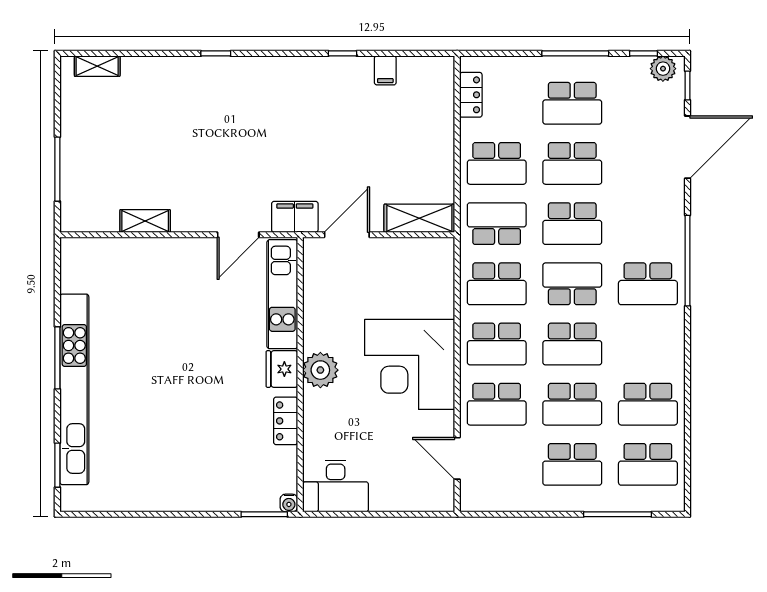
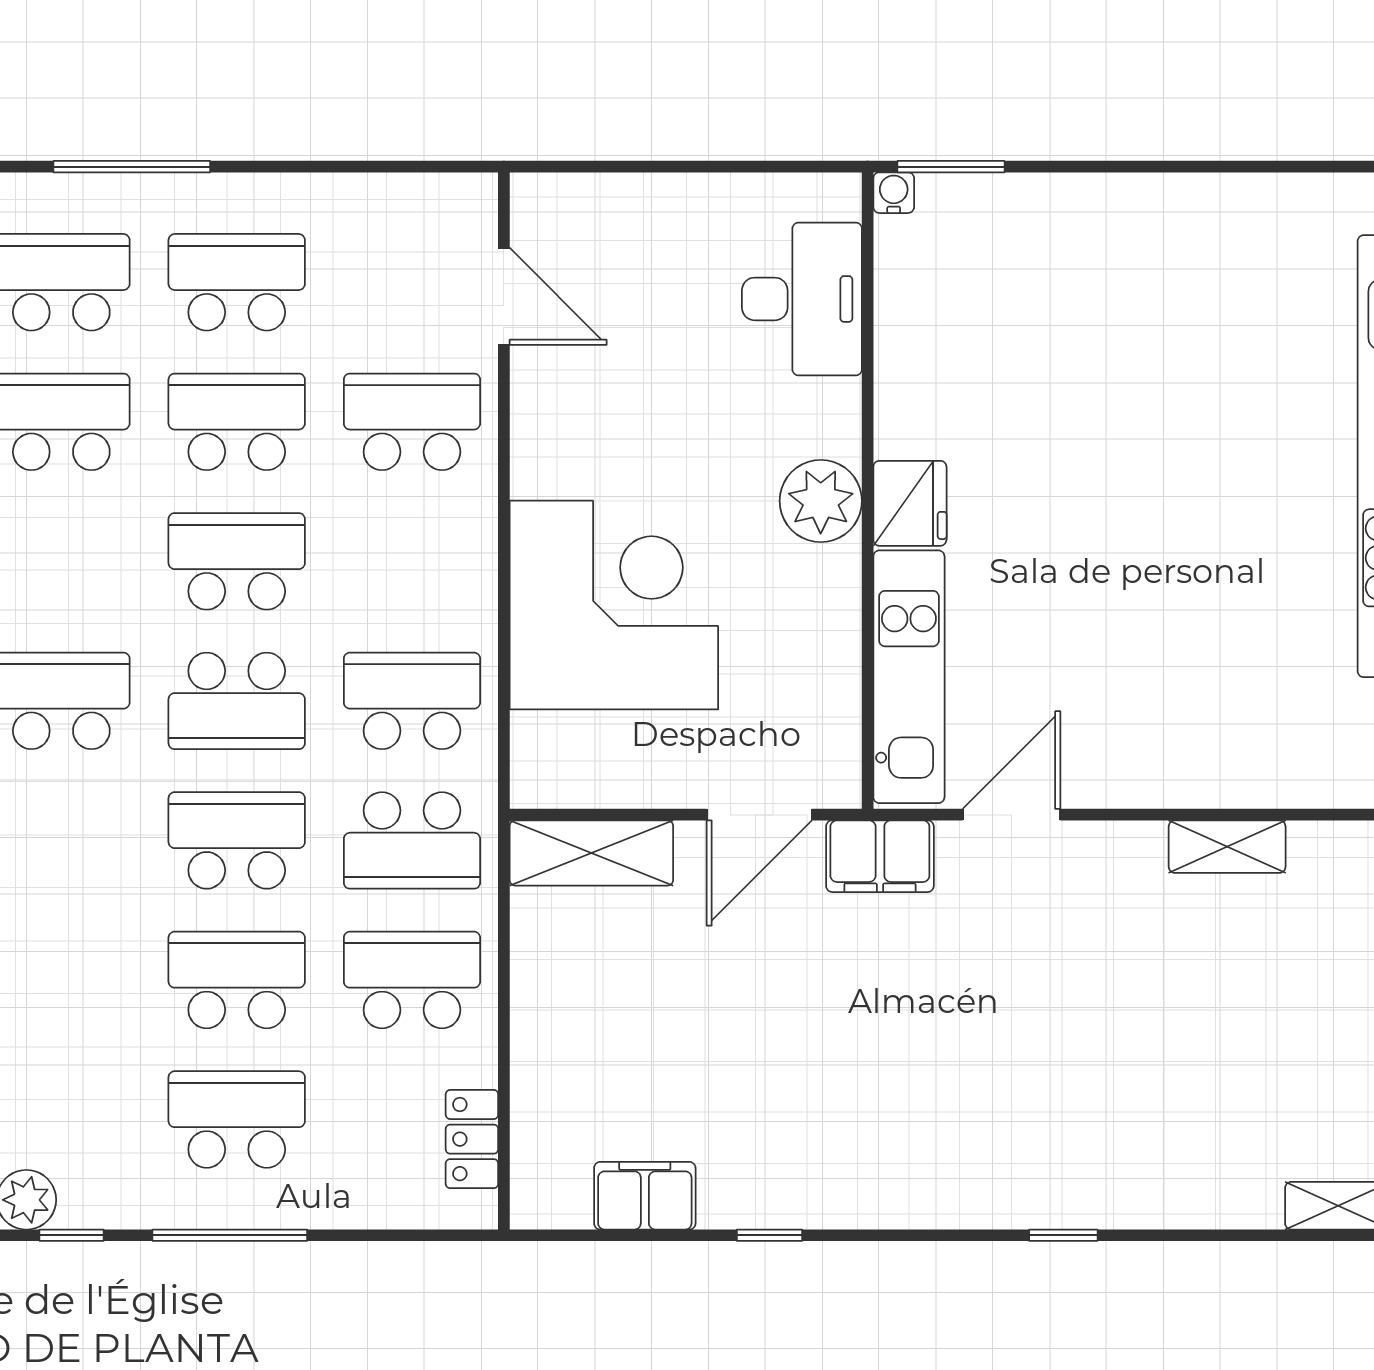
filing cabinet: (385, 70) -> (645, 1196), width x2.00
school desk: (497, 344) -> (412, 561), removed
corner desk: (410, 364) -> (614, 605), moved
locker: (286, 421) -> (901, 383), removed
desk: (336, 486) -> (802, 299), moved, turned 90

